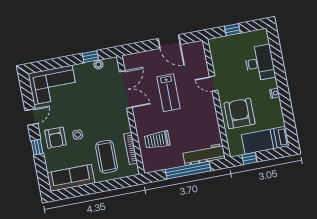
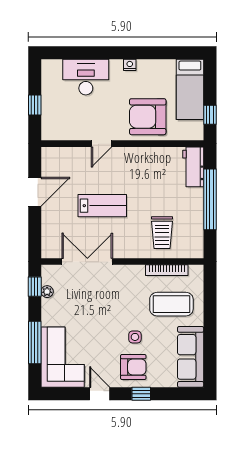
window: (90, 57) -> (35, 287), moved
window: (60, 63) -> (35, 343), added
workbench: (204, 154) -> (193, 167), width x0.73

